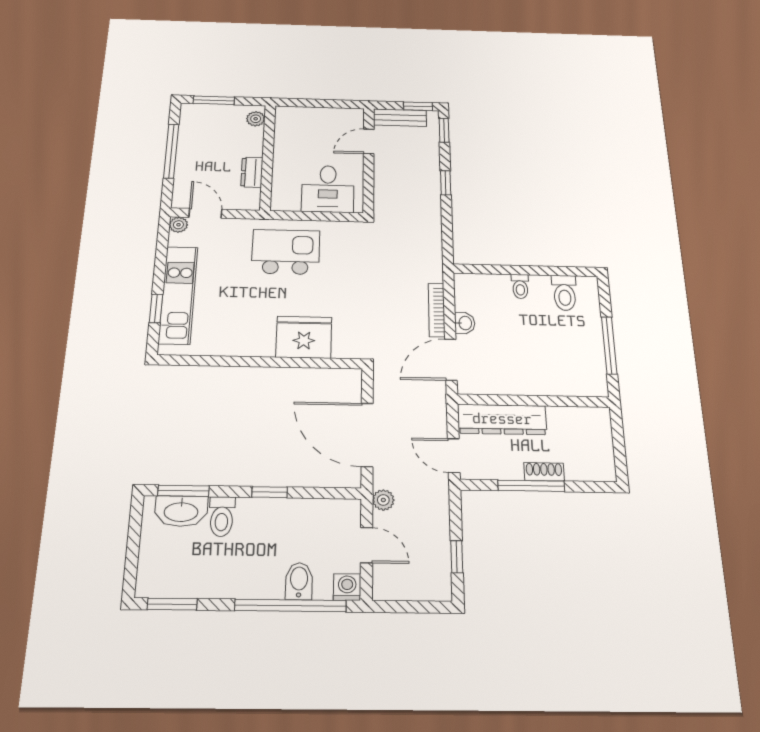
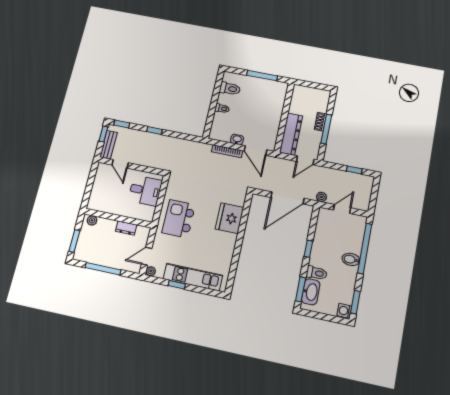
window: (156, 308) -> (177, 285), moved
bidet: (299, 581) -> (351, 259), moved
washing machine: (347, 587) -> (344, 311), moved

